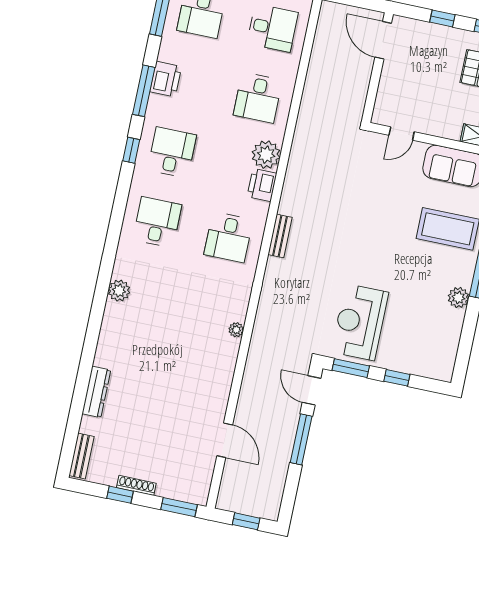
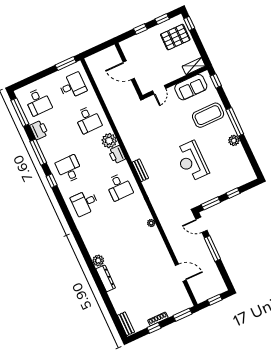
door: (383, 40) -> (129, 70), moved
printer: (166, 79) -> (39, 130), moved
desk: (157, 222) -> (85, 203), turned -90
plant: (119, 291) -> (98, 261), moved
reception desk: (360, 322) -> (192, 161), moved
dresser: (96, 392) -> (106, 278), moved

